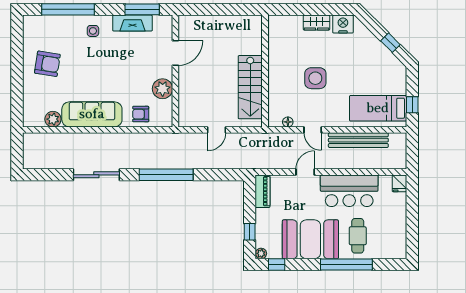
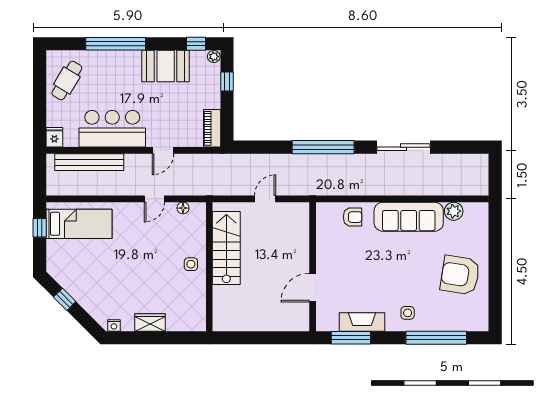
nightstand: (343, 24) -> (114, 325), width x0.53, depth x0.56
armchair: (47, 64) -> (460, 275), width x1.36, depth x1.36
side table: (315, 78) -> (191, 264), moved, width x0.54, depth x0.54
plant: (163, 89) -> (327, 246), removed
door: (313, 130) -> (154, 199), swing flipped
bench: (358, 140) -> (89, 162), moved
cafe table: (358, 236) -> (67, 81), moved, turned 31
booth: (310, 239) -> (166, 66), width x0.73, depth x0.70

